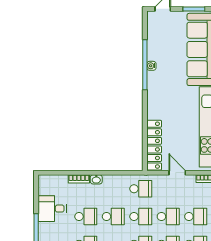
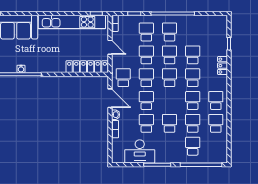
door: (116, 173) -> (110, 98), added
door: (177, 173) -> (110, 47), swing flipped
desk: (52, 209) -> (140, 151), width x1.37

